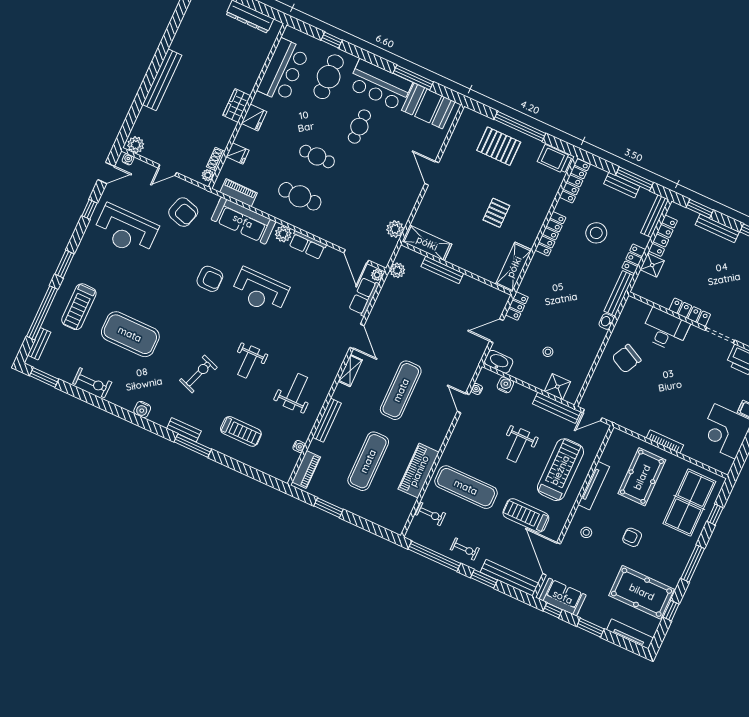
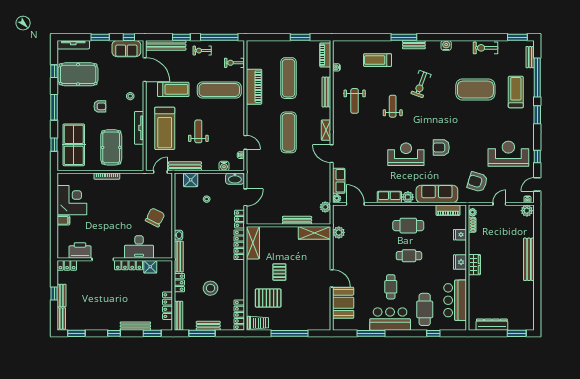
booth: (428, 106) -> (343, 303), moved, turned 90
pallet: (499, 146) -> (268, 298), moved
locker: (550, 234) -> (239, 245), moved
shower: (652, 265) -> (150, 267), moved

